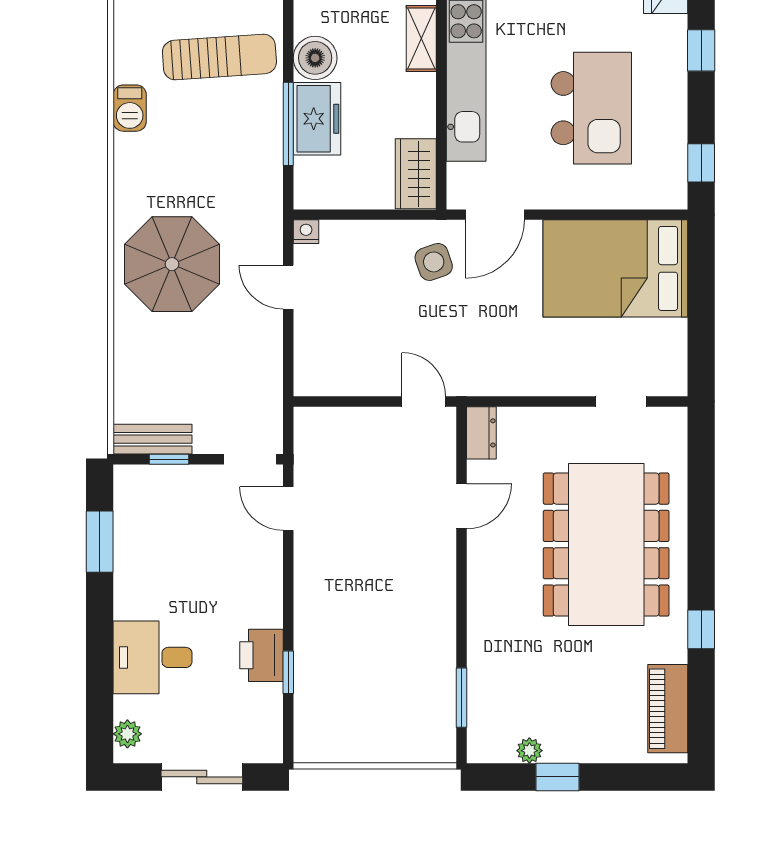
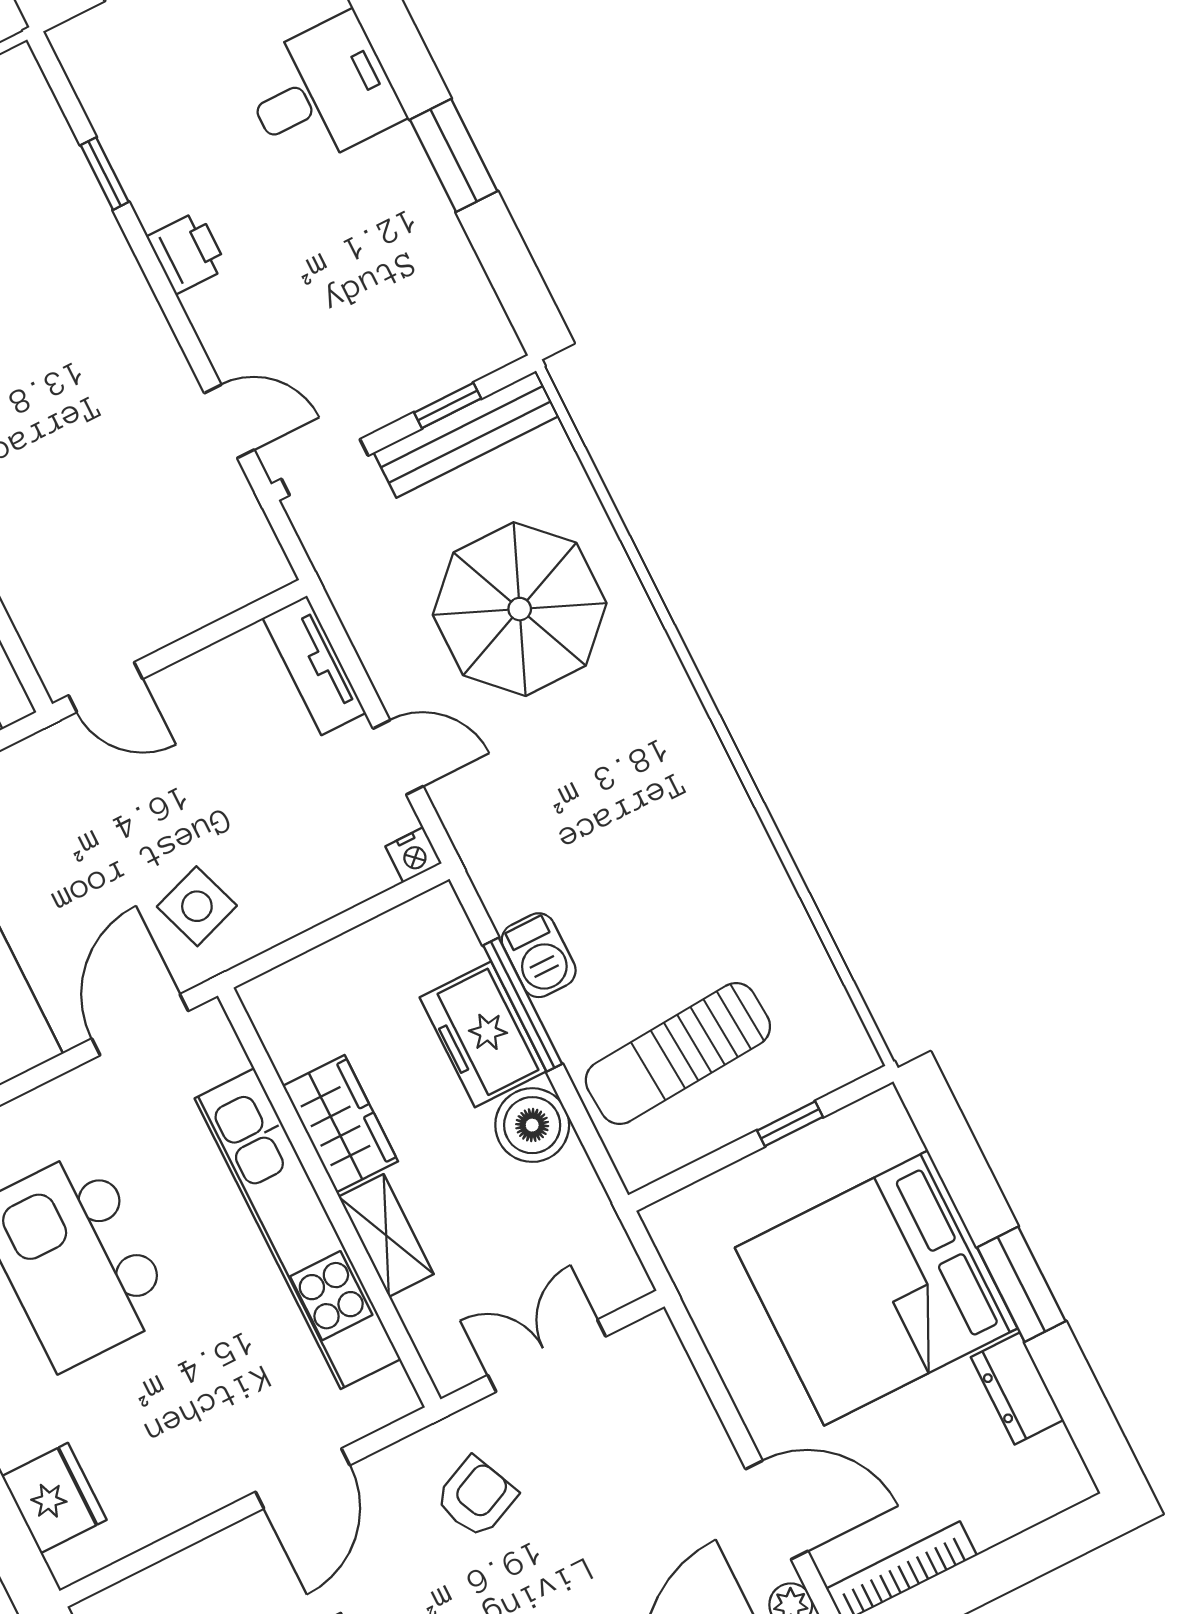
barbecue: (130, 108) -> (539, 955), moved, turned 180
wardrobe: (416, 174) -> (340, 1124), moved
parasol: (172, 264) -> (520, 609), moved
tv unit: (308, 358) -> (314, 665), added
bench: (153, 439) -> (466, 434), width x1.36
window: (100, 542) -> (454, 155), moved
printer: (261, 655) -> (187, 252), moved, width x0.73, depth x0.81

